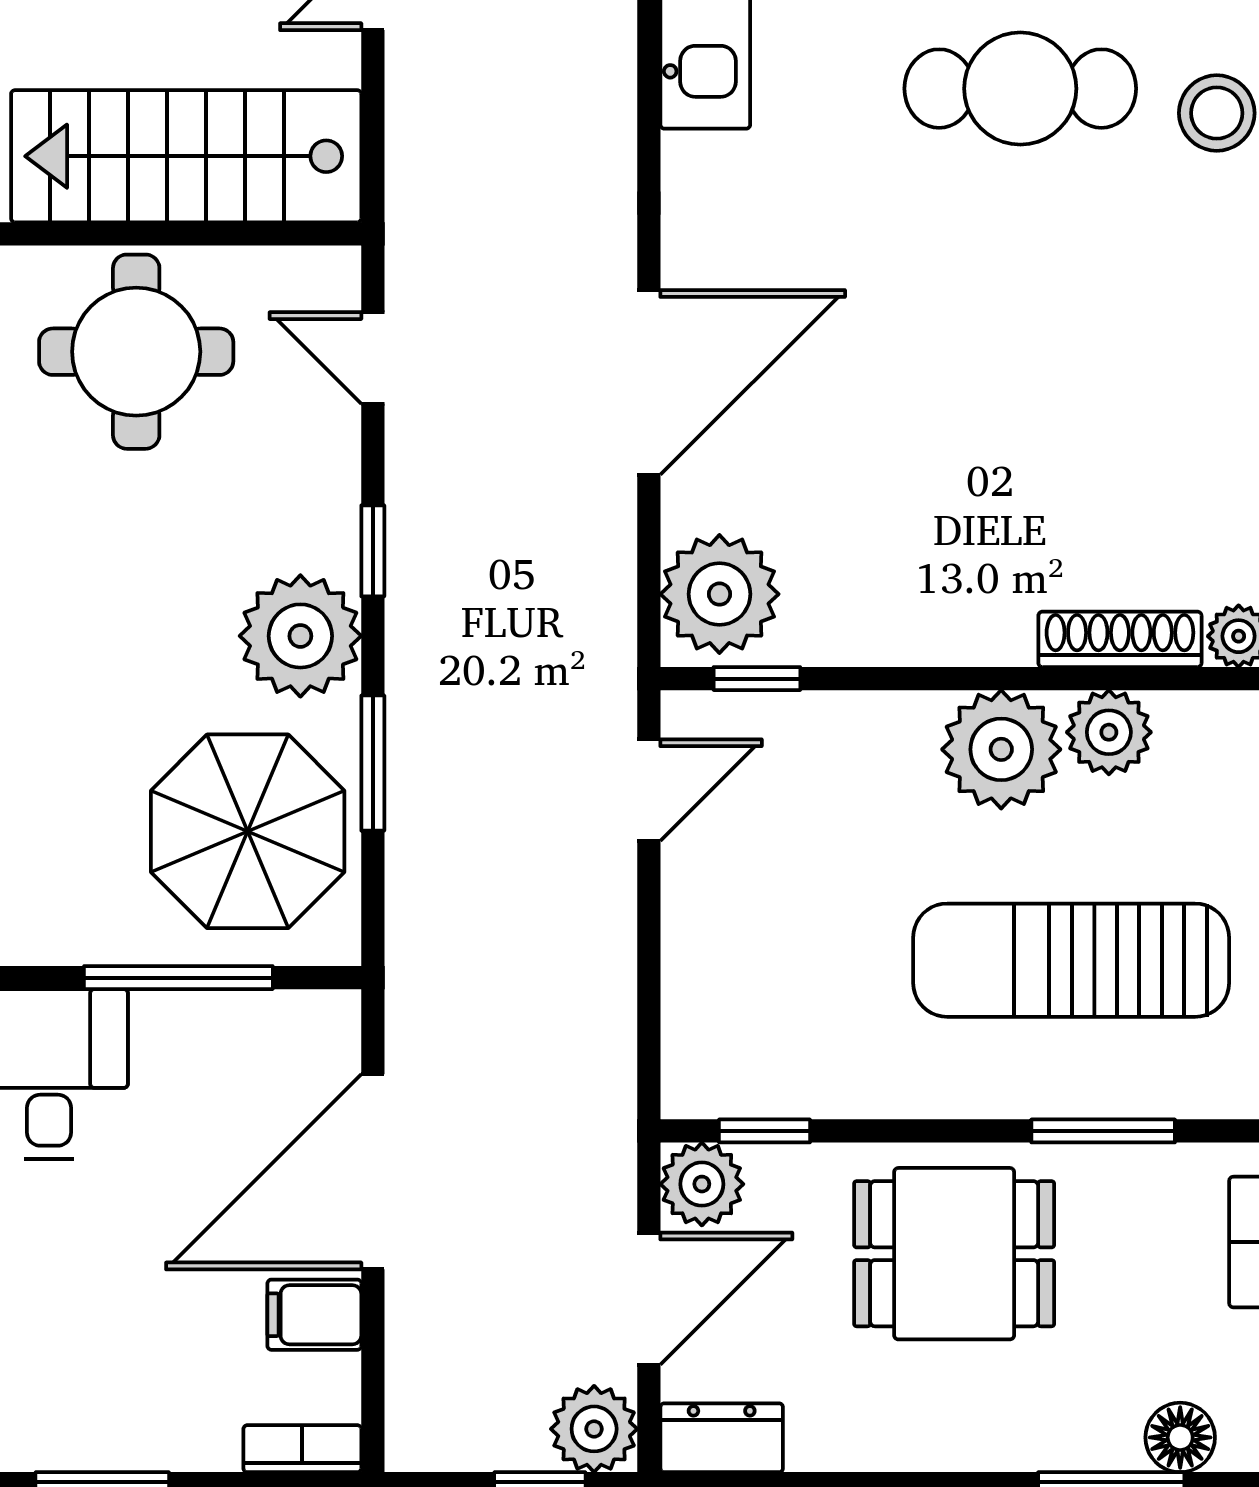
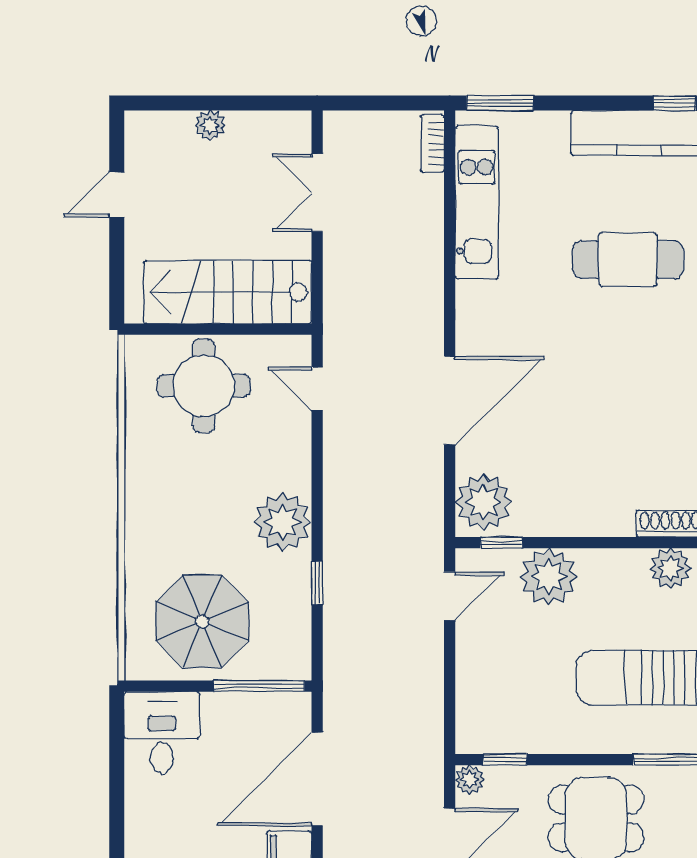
window: (373, 551) -> (317, 481), removed
plant: (1001, 749) -> (549, 577), moved
window: (373, 763) -> (317, 583), width x0.67
parasol: (248, 831) -> (202, 621), moved
window: (178, 978) -> (259, 686), moved
plant: (702, 1184) -> (470, 780), width x0.73, depth x0.73

